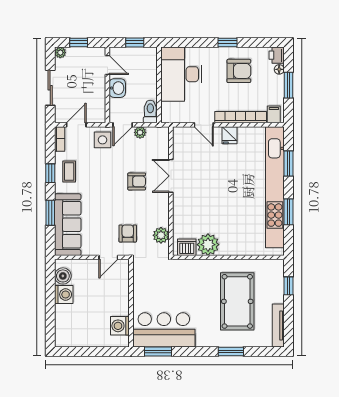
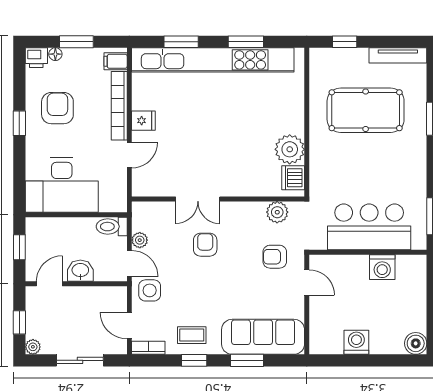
boiler: (63, 276) -> (416, 343), moved
washing machine: (120, 326) -> (382, 267), moved
bar counter: (164, 330) -> (369, 227), moved, turned 90

